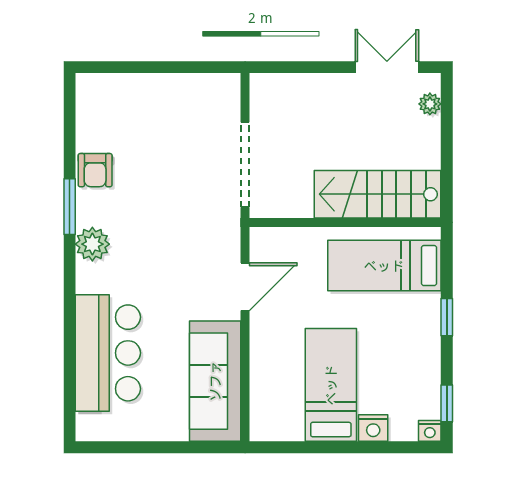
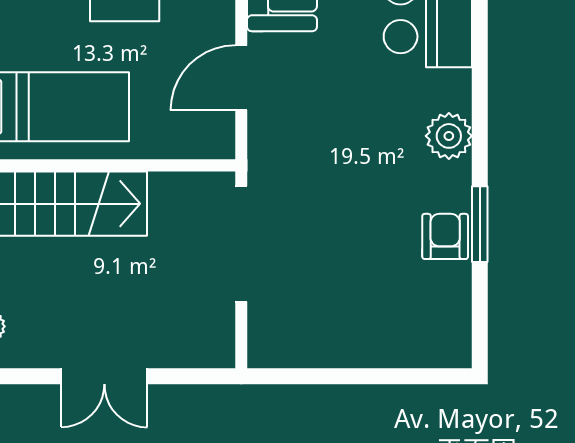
double door: (387, 67) -> (104, 376), moved
window: (70, 207) -> (480, 224), moved

